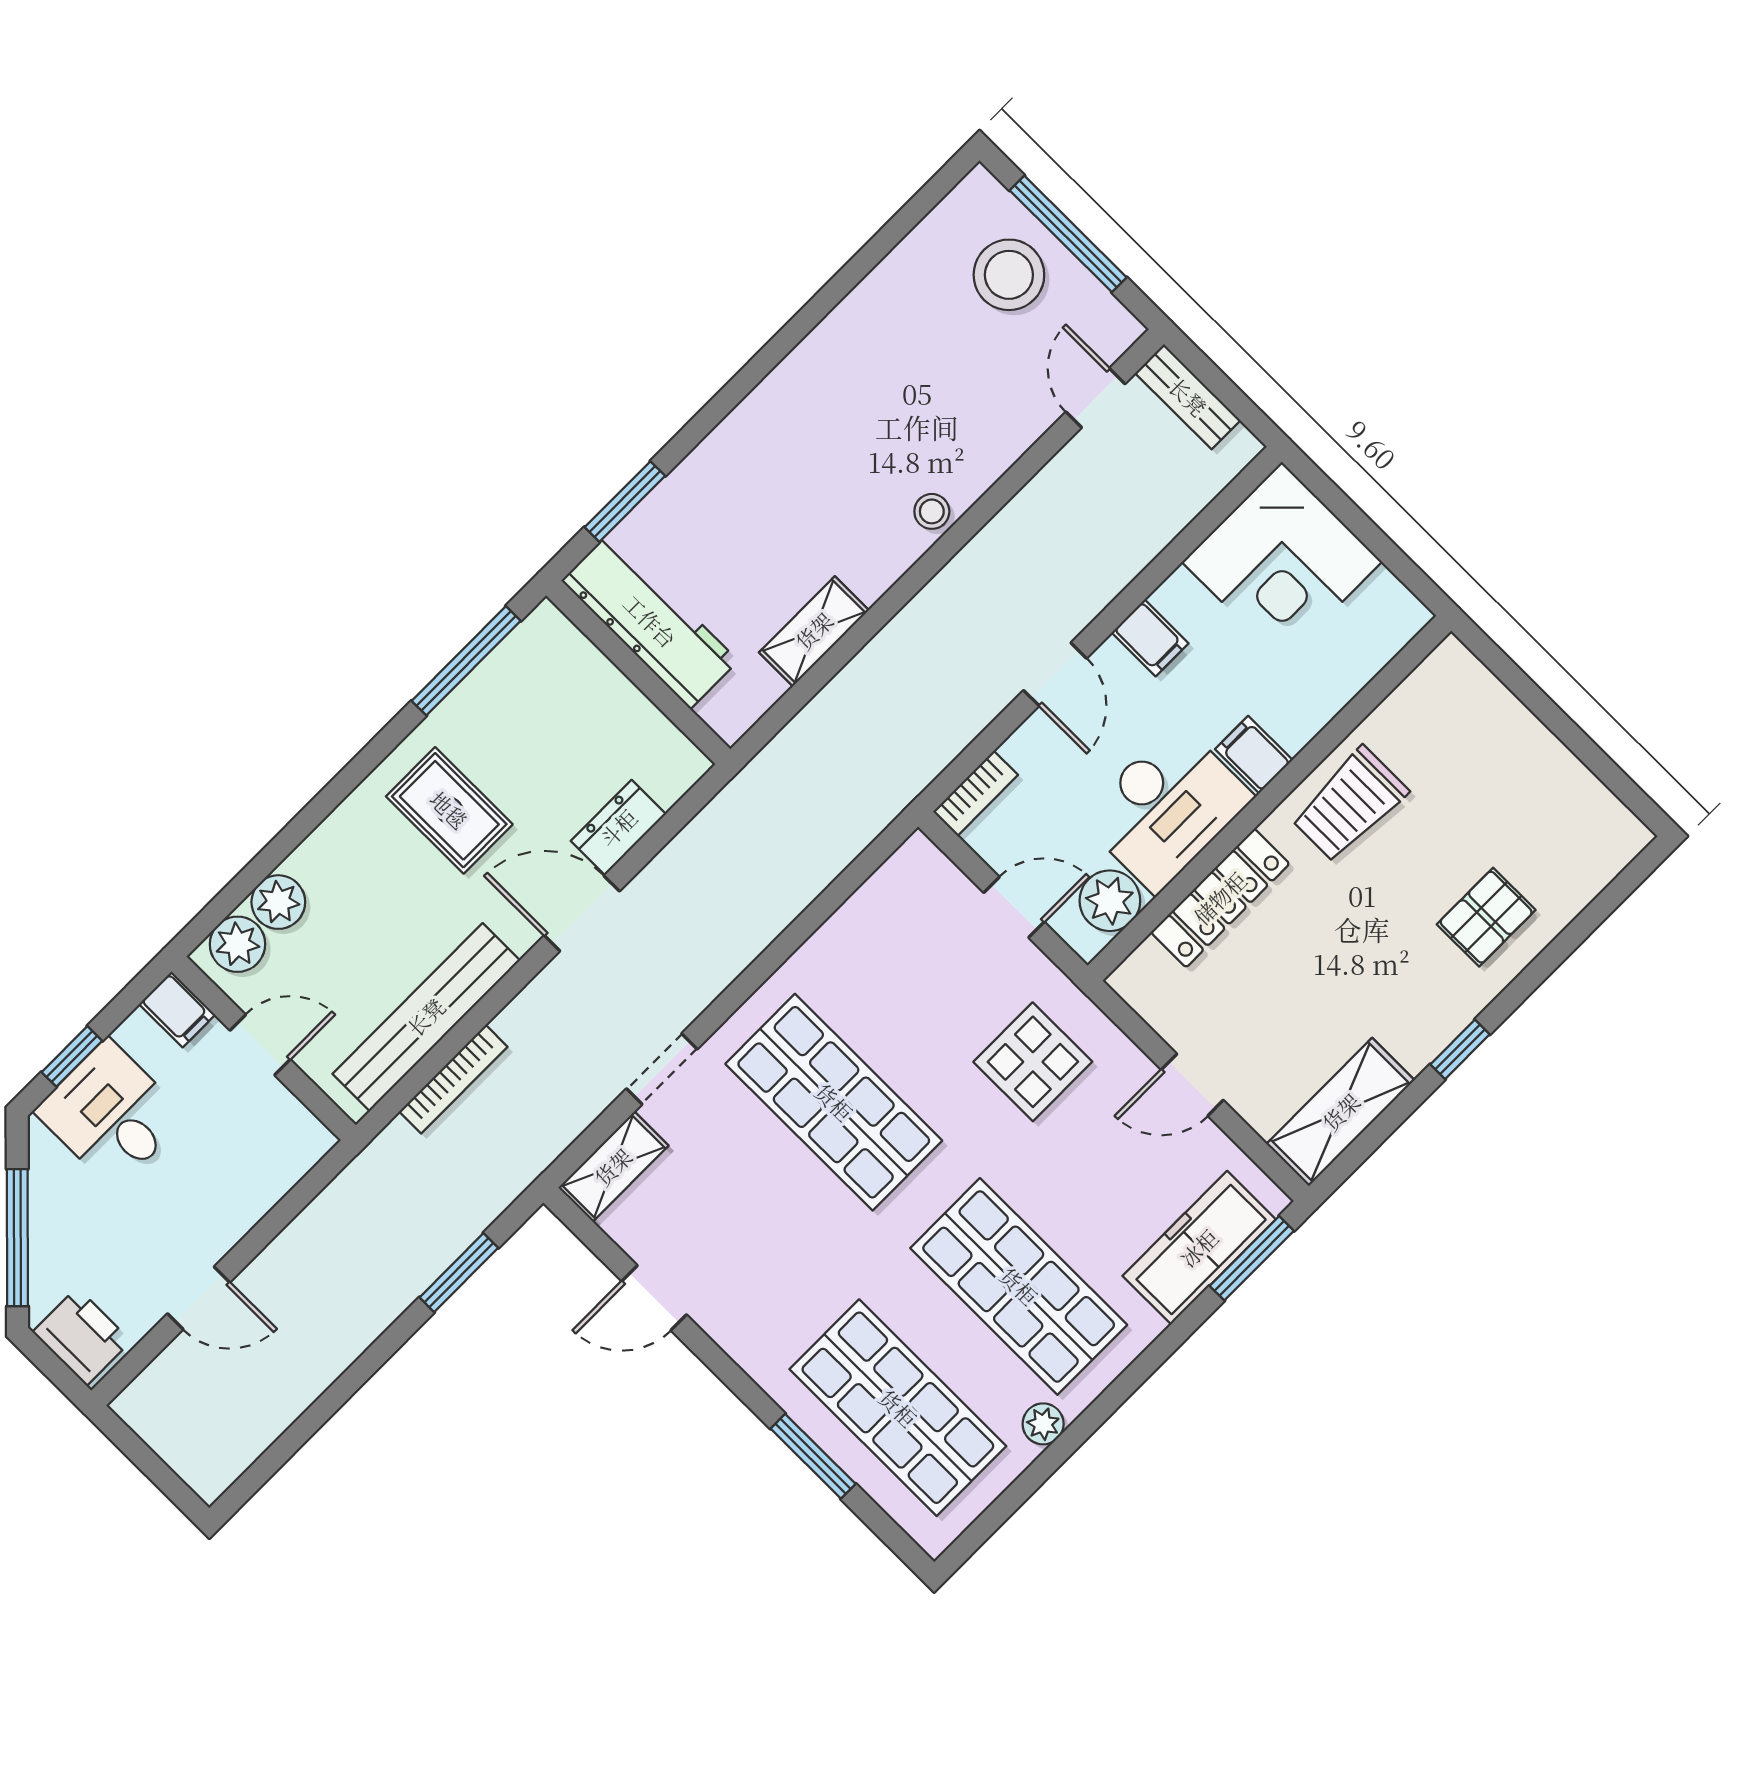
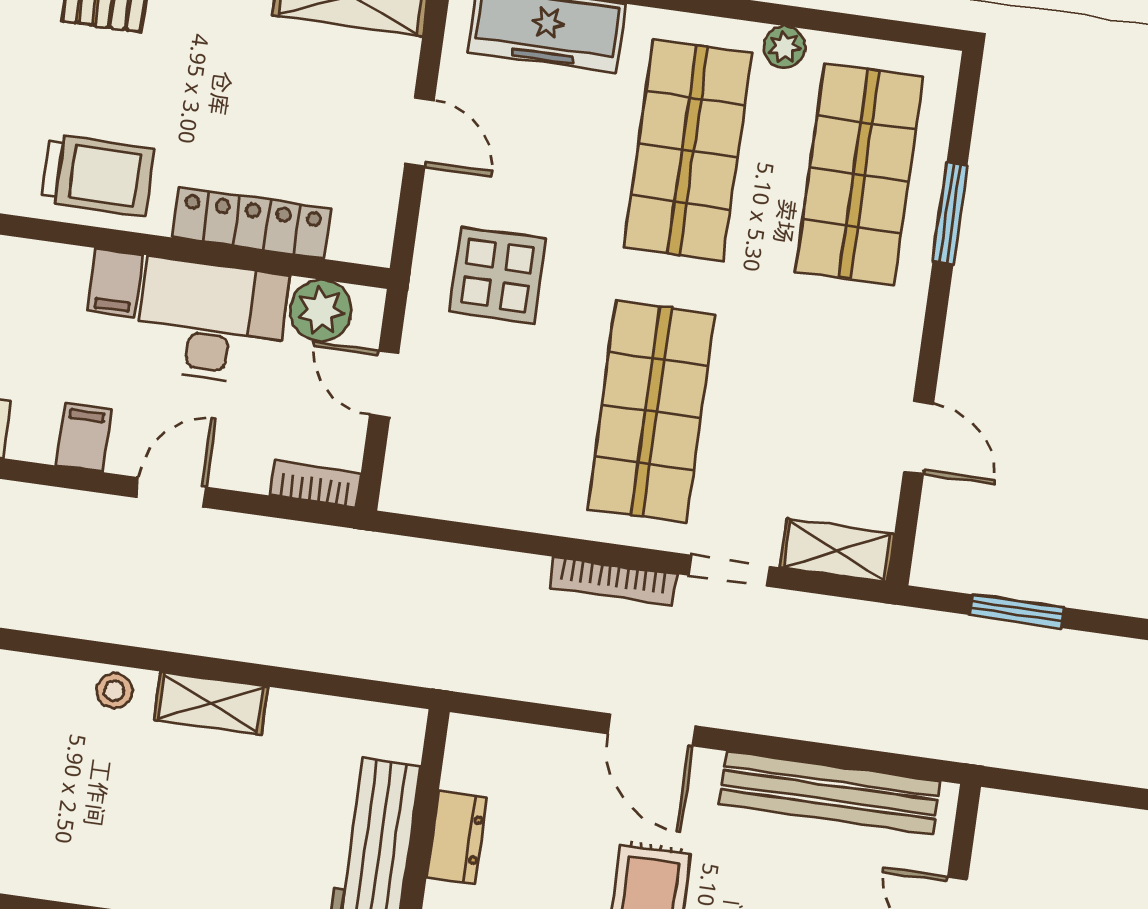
shelving: (814, 631) -> (211, 703), moved
dresser: (618, 828) -> (457, 838), moved, turned -90
bookcase: (453, 1079) -> (613, 581), moved, turned 180

